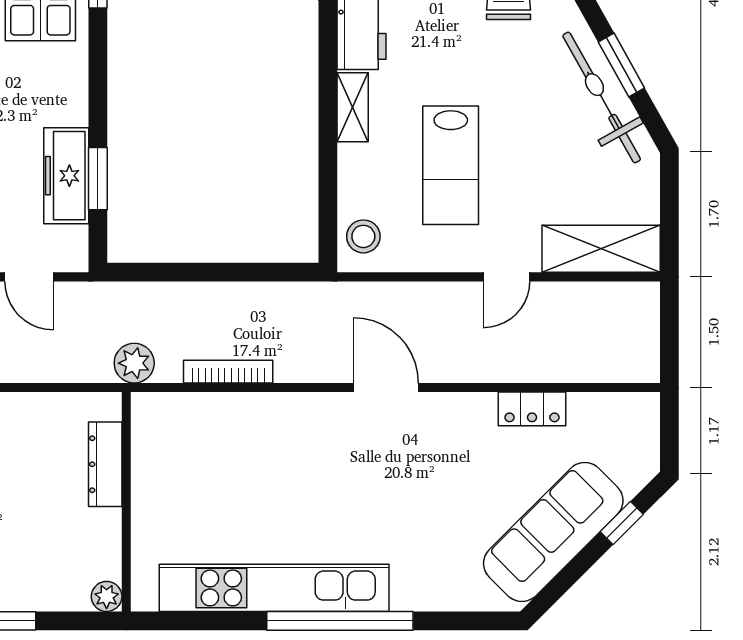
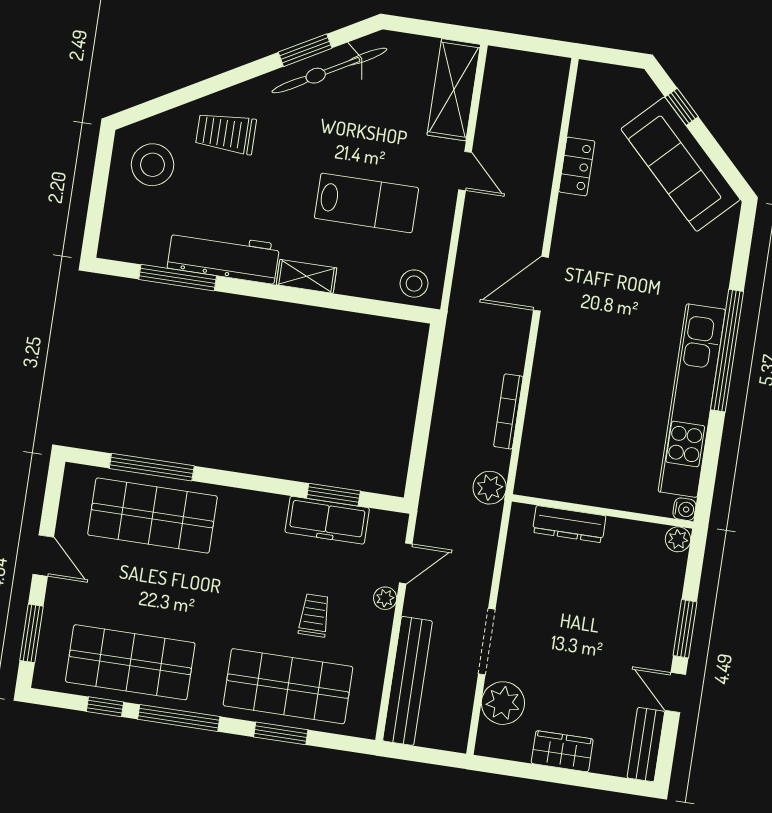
water cooler: (144, 599) -> (684, 509), added

